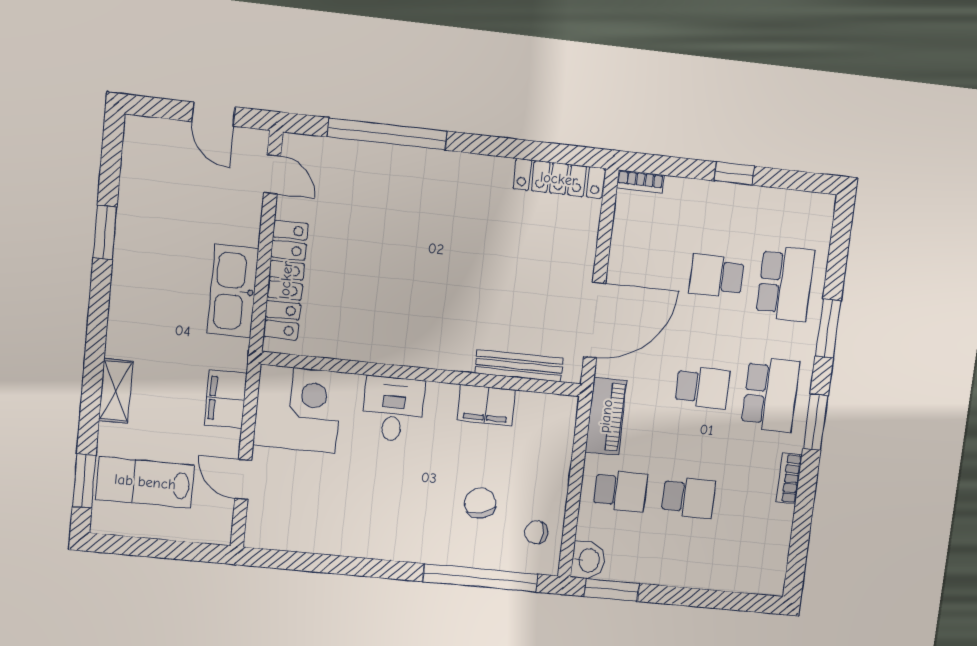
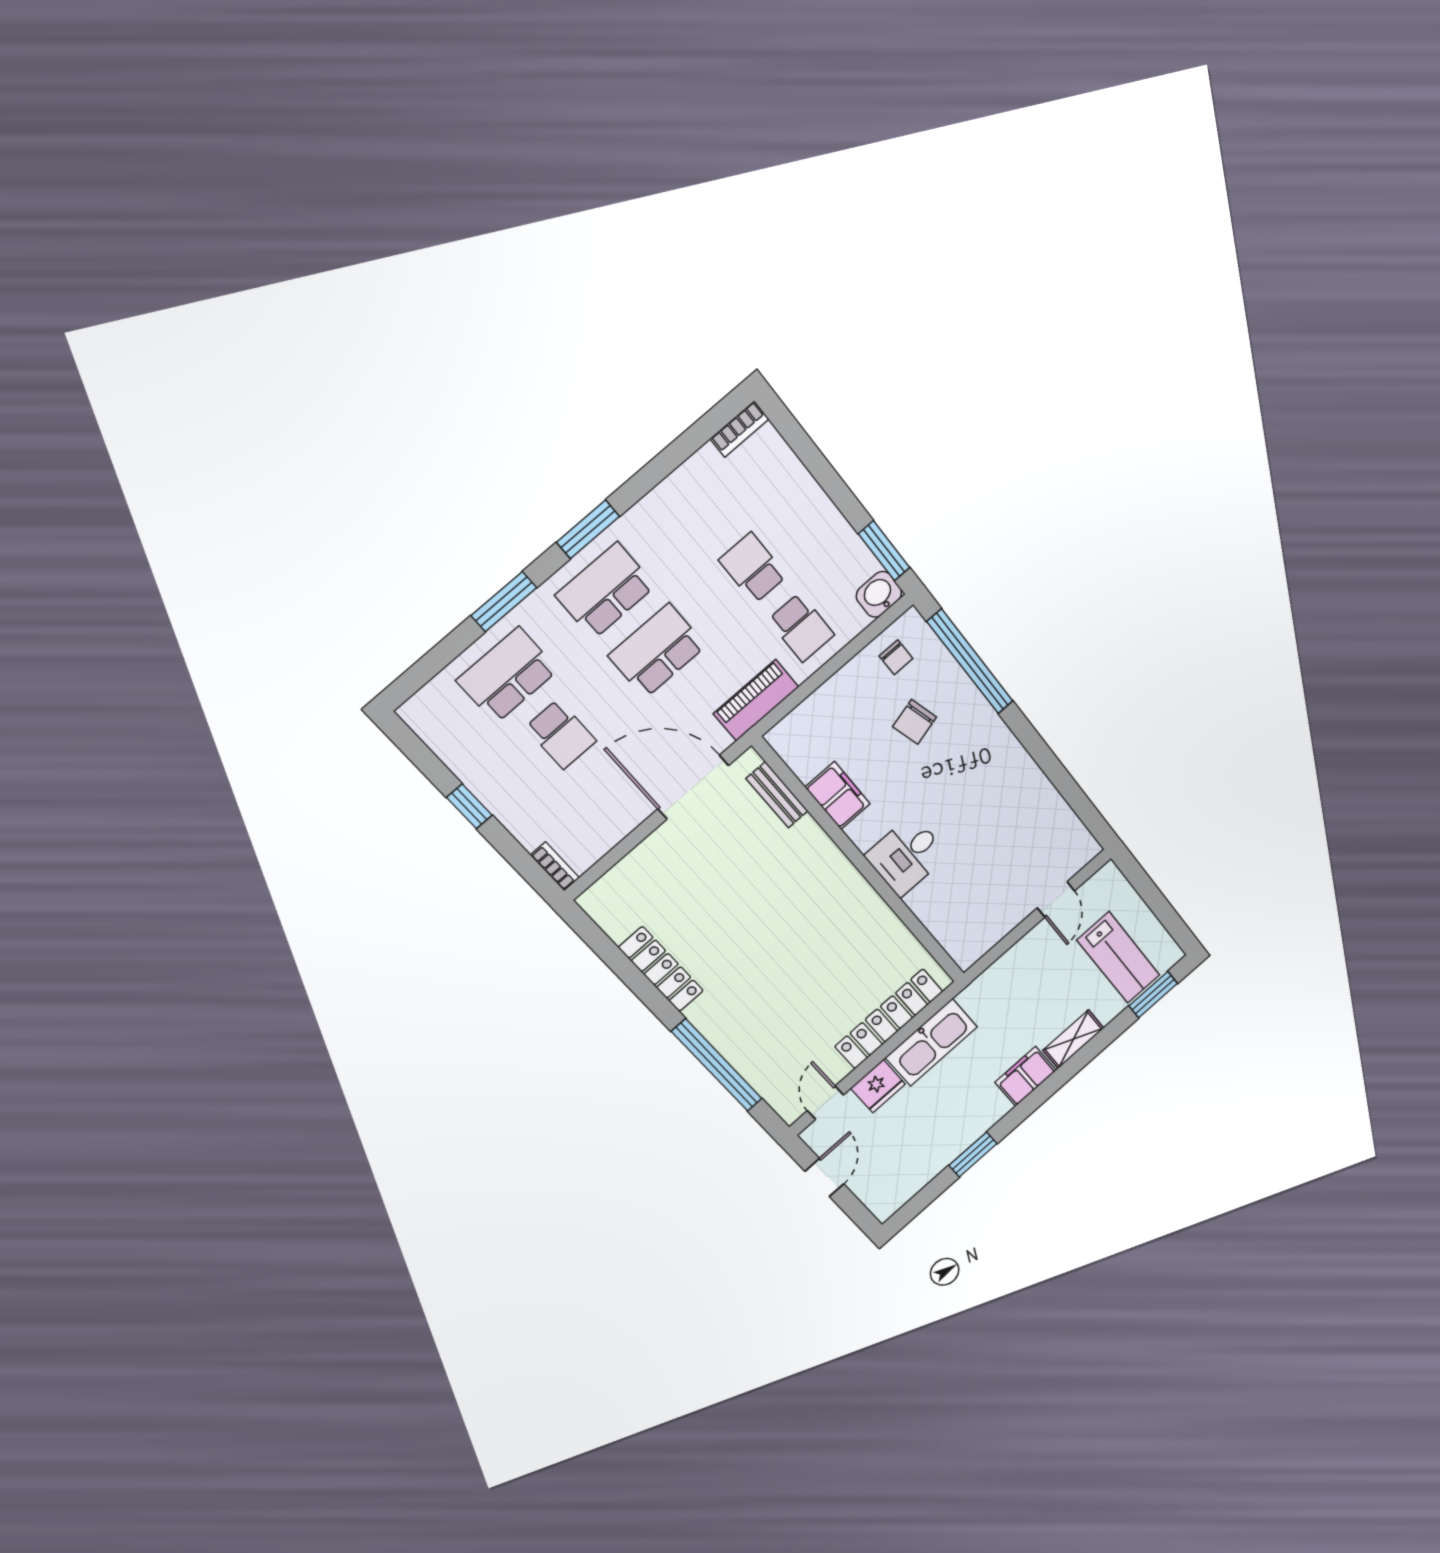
locker: (559, 179) -> (661, 969), moved
fridge: (242, 222) -> (878, 1086), added
bench: (519, 366) -> (777, 795), width x0.73
school desk: (702, 388) -> (657, 651), width x1.85
filing cabinet: (226, 399) -> (1026, 1076), moved, turned 180
corner desk: (298, 409) -> (971, 917), removed
bookcase: (789, 478) -> (739, 429), moved
school desk: (620, 491) -> (801, 627), turned 180

